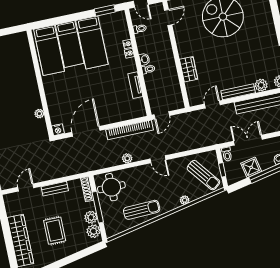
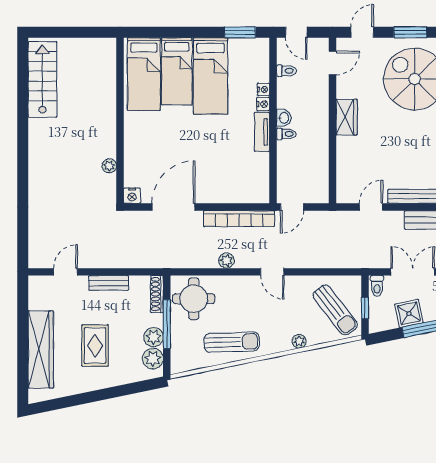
wardrobe: (189, 69) -> (347, 117), moved
tv unit: (135, 85) -> (262, 132), moved

